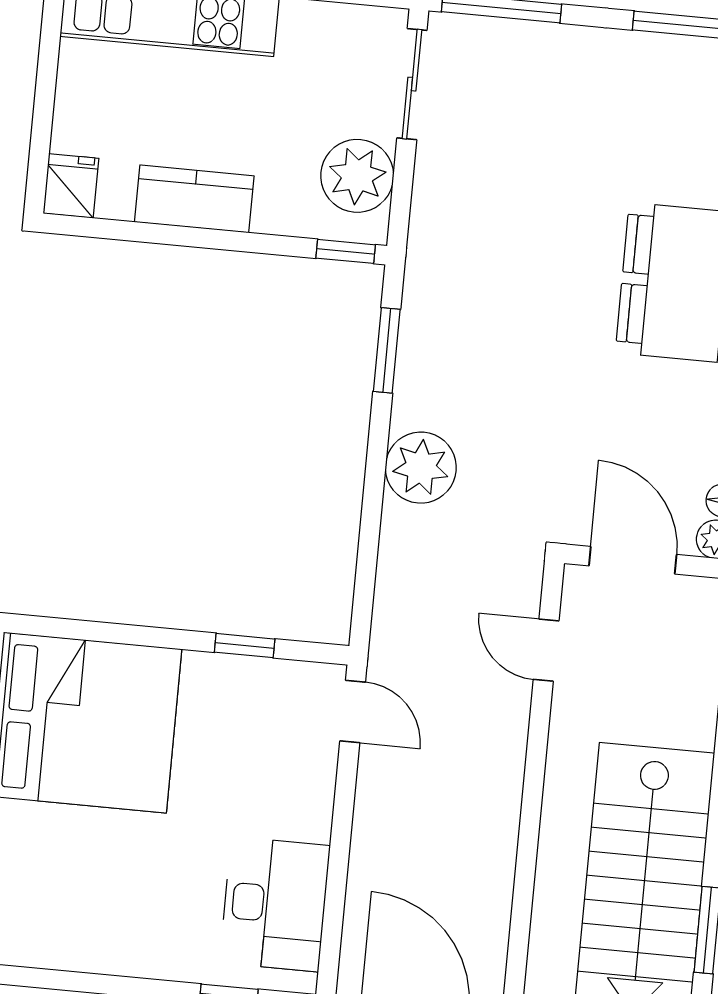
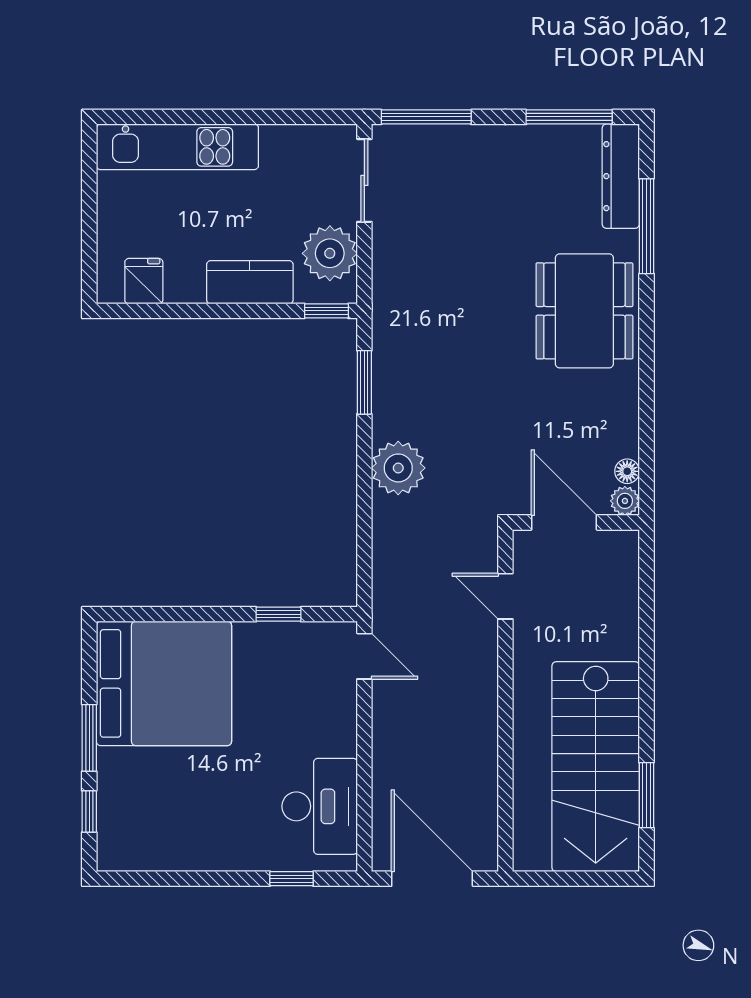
fridge: (71, 186) -> (144, 281), moved
kitchen counter: (194, 199) -> (250, 282), moved

